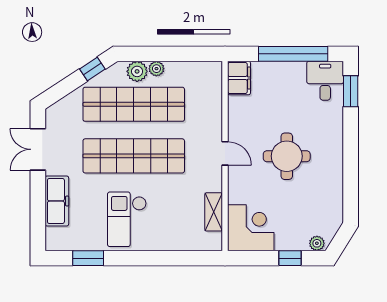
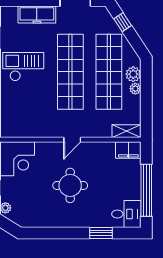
window: (92, 69) -> (123, 22), moved
window: (351, 91) -> (101, 233), moved
shelving: (214, 212) -> (127, 131), moved

